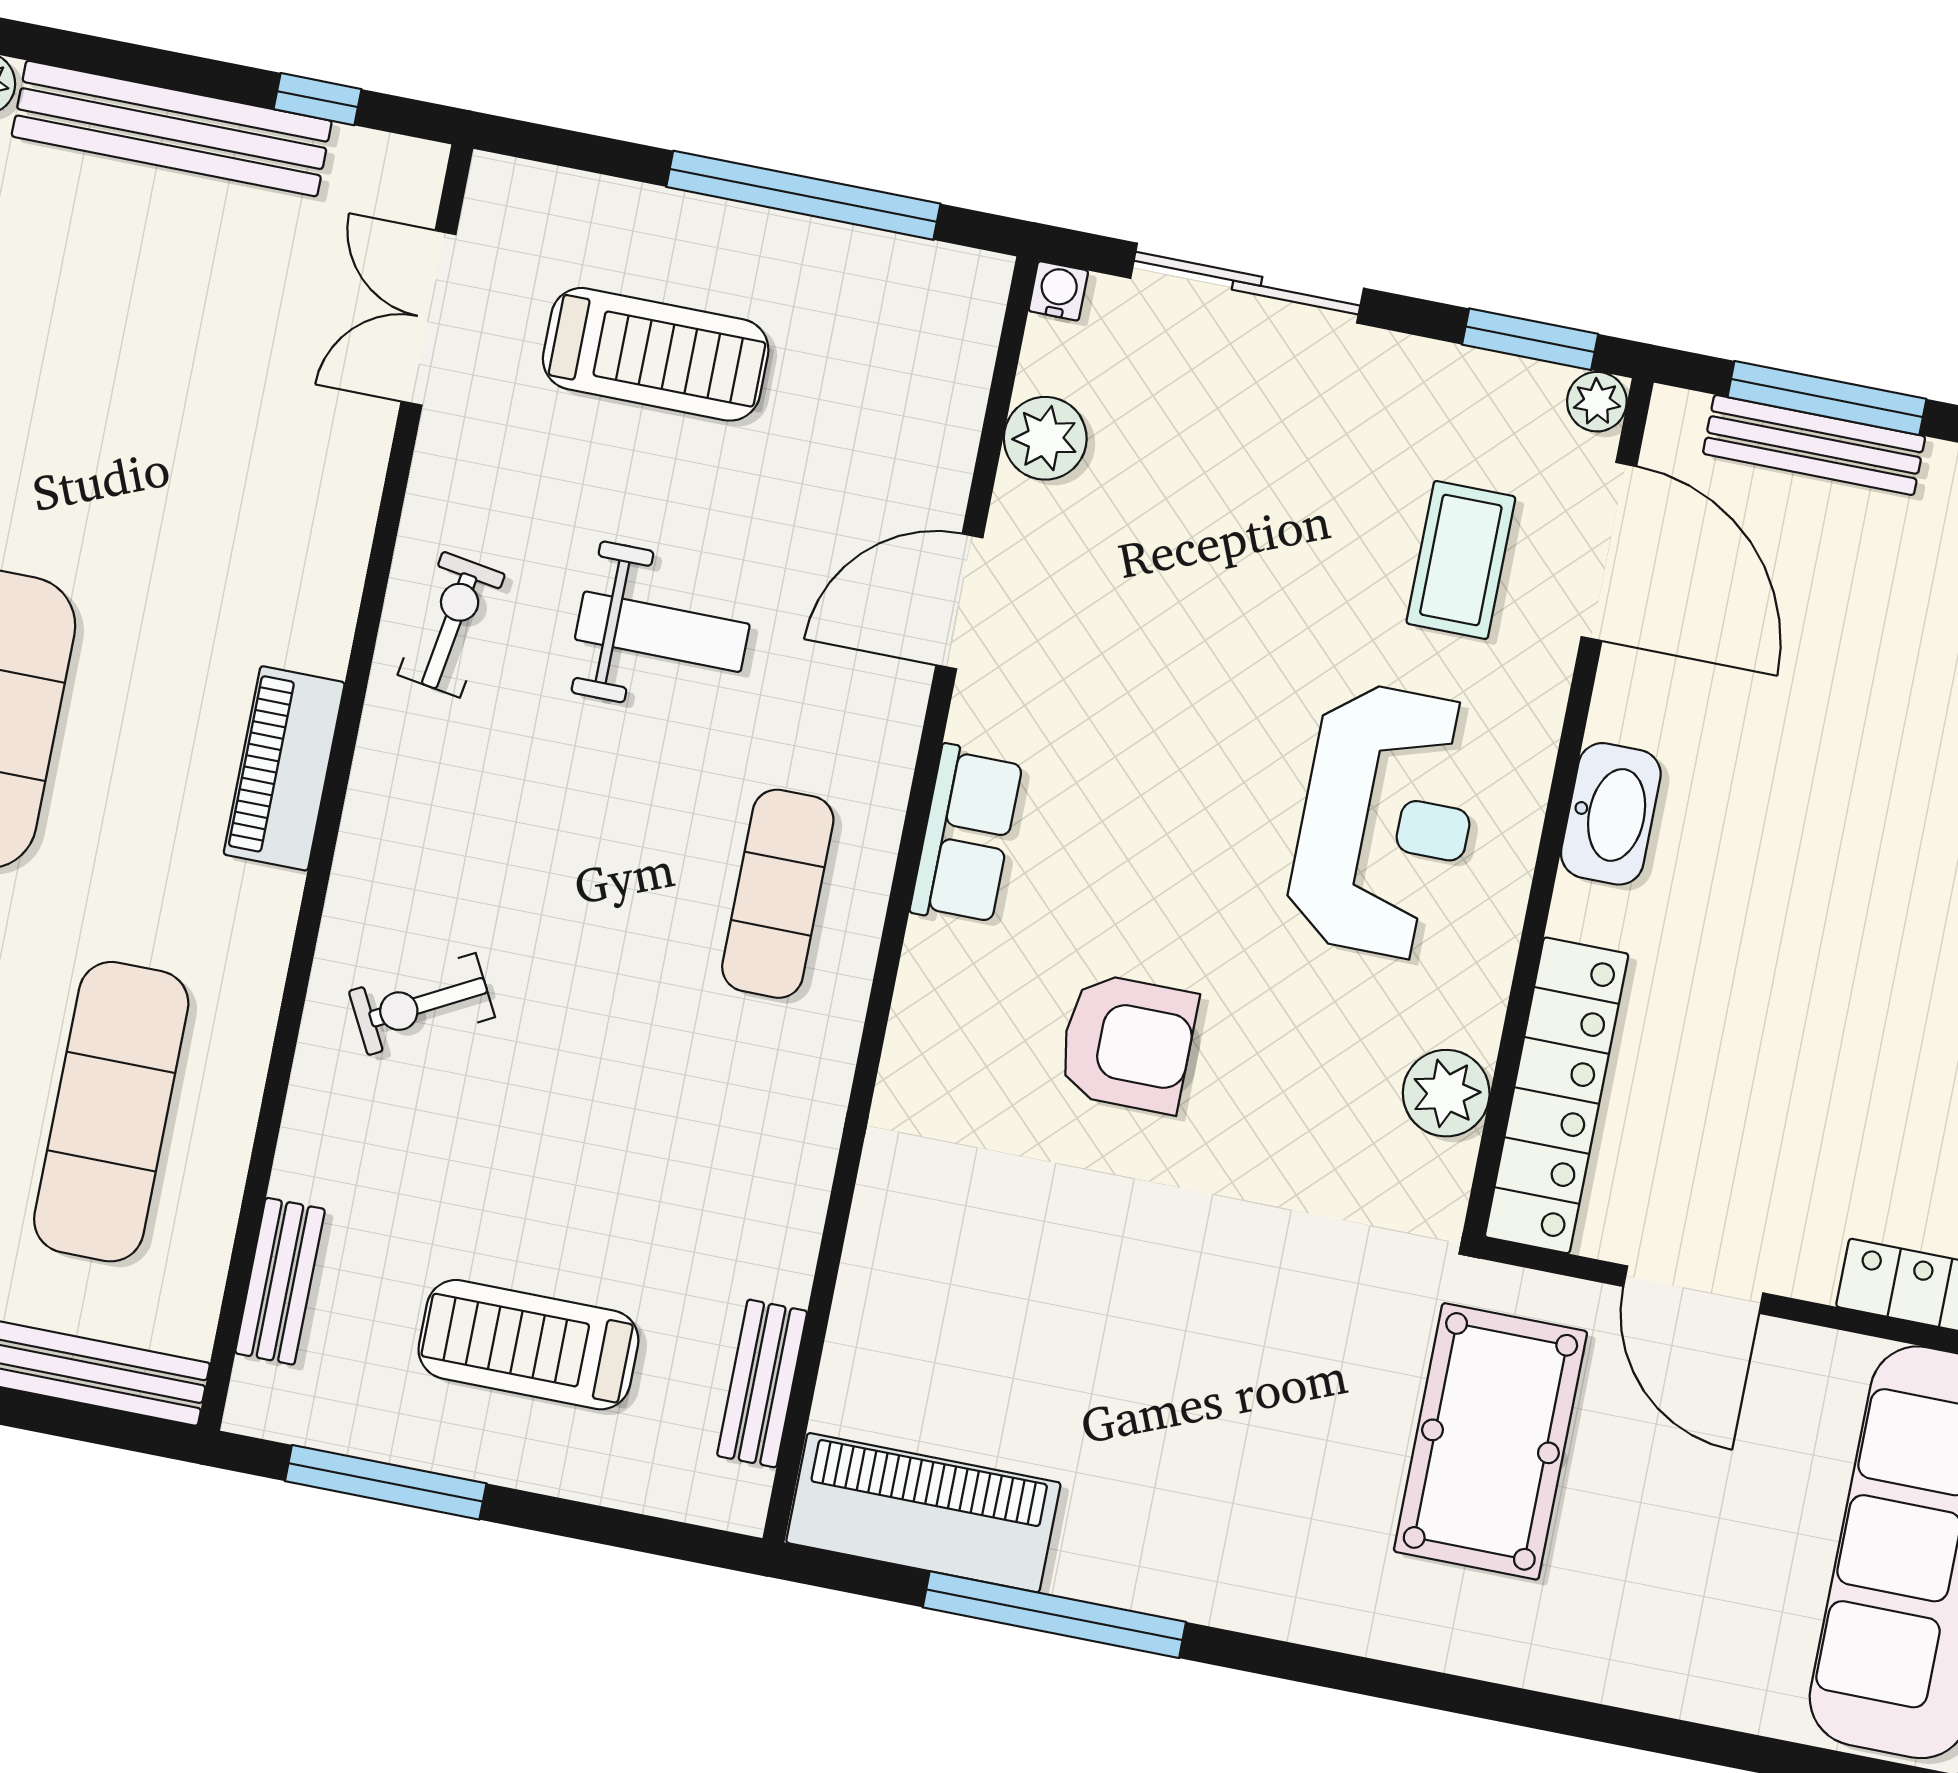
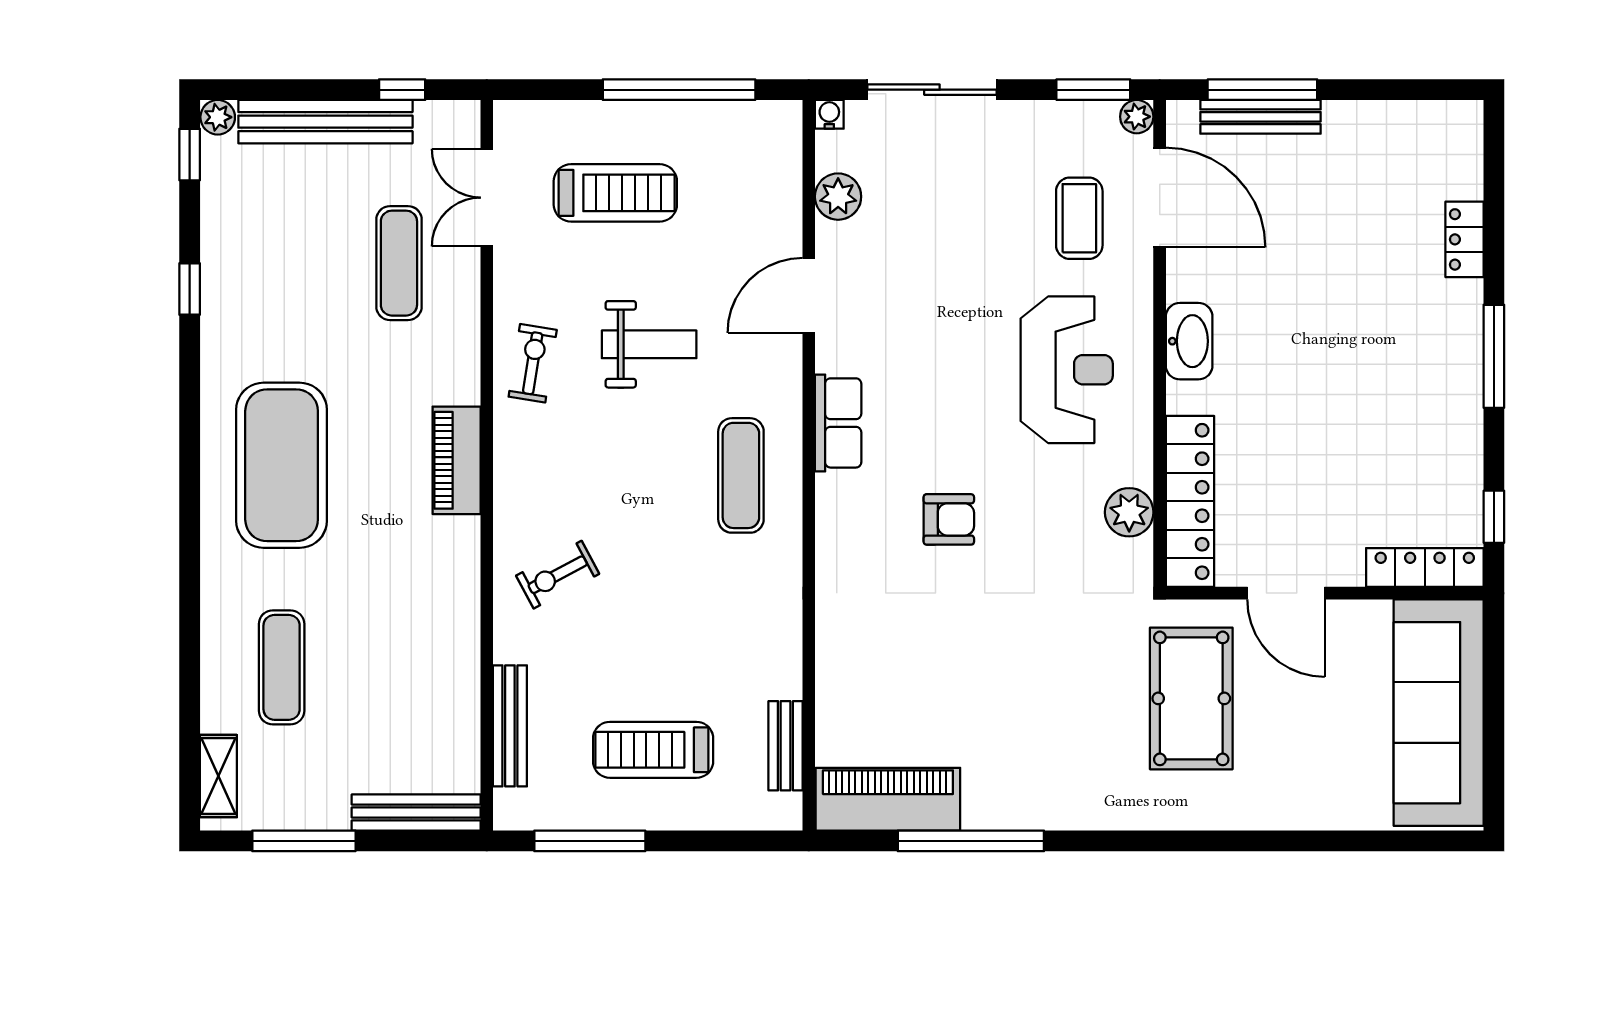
armchair: (1127, 1043) -> (949, 519), width x0.72, depth x0.72
exercise mat: (111, 1112) -> (399, 263), moved, width x0.73, depth x0.69
bench: (280, 1281) -> (510, 726), width x1.36

